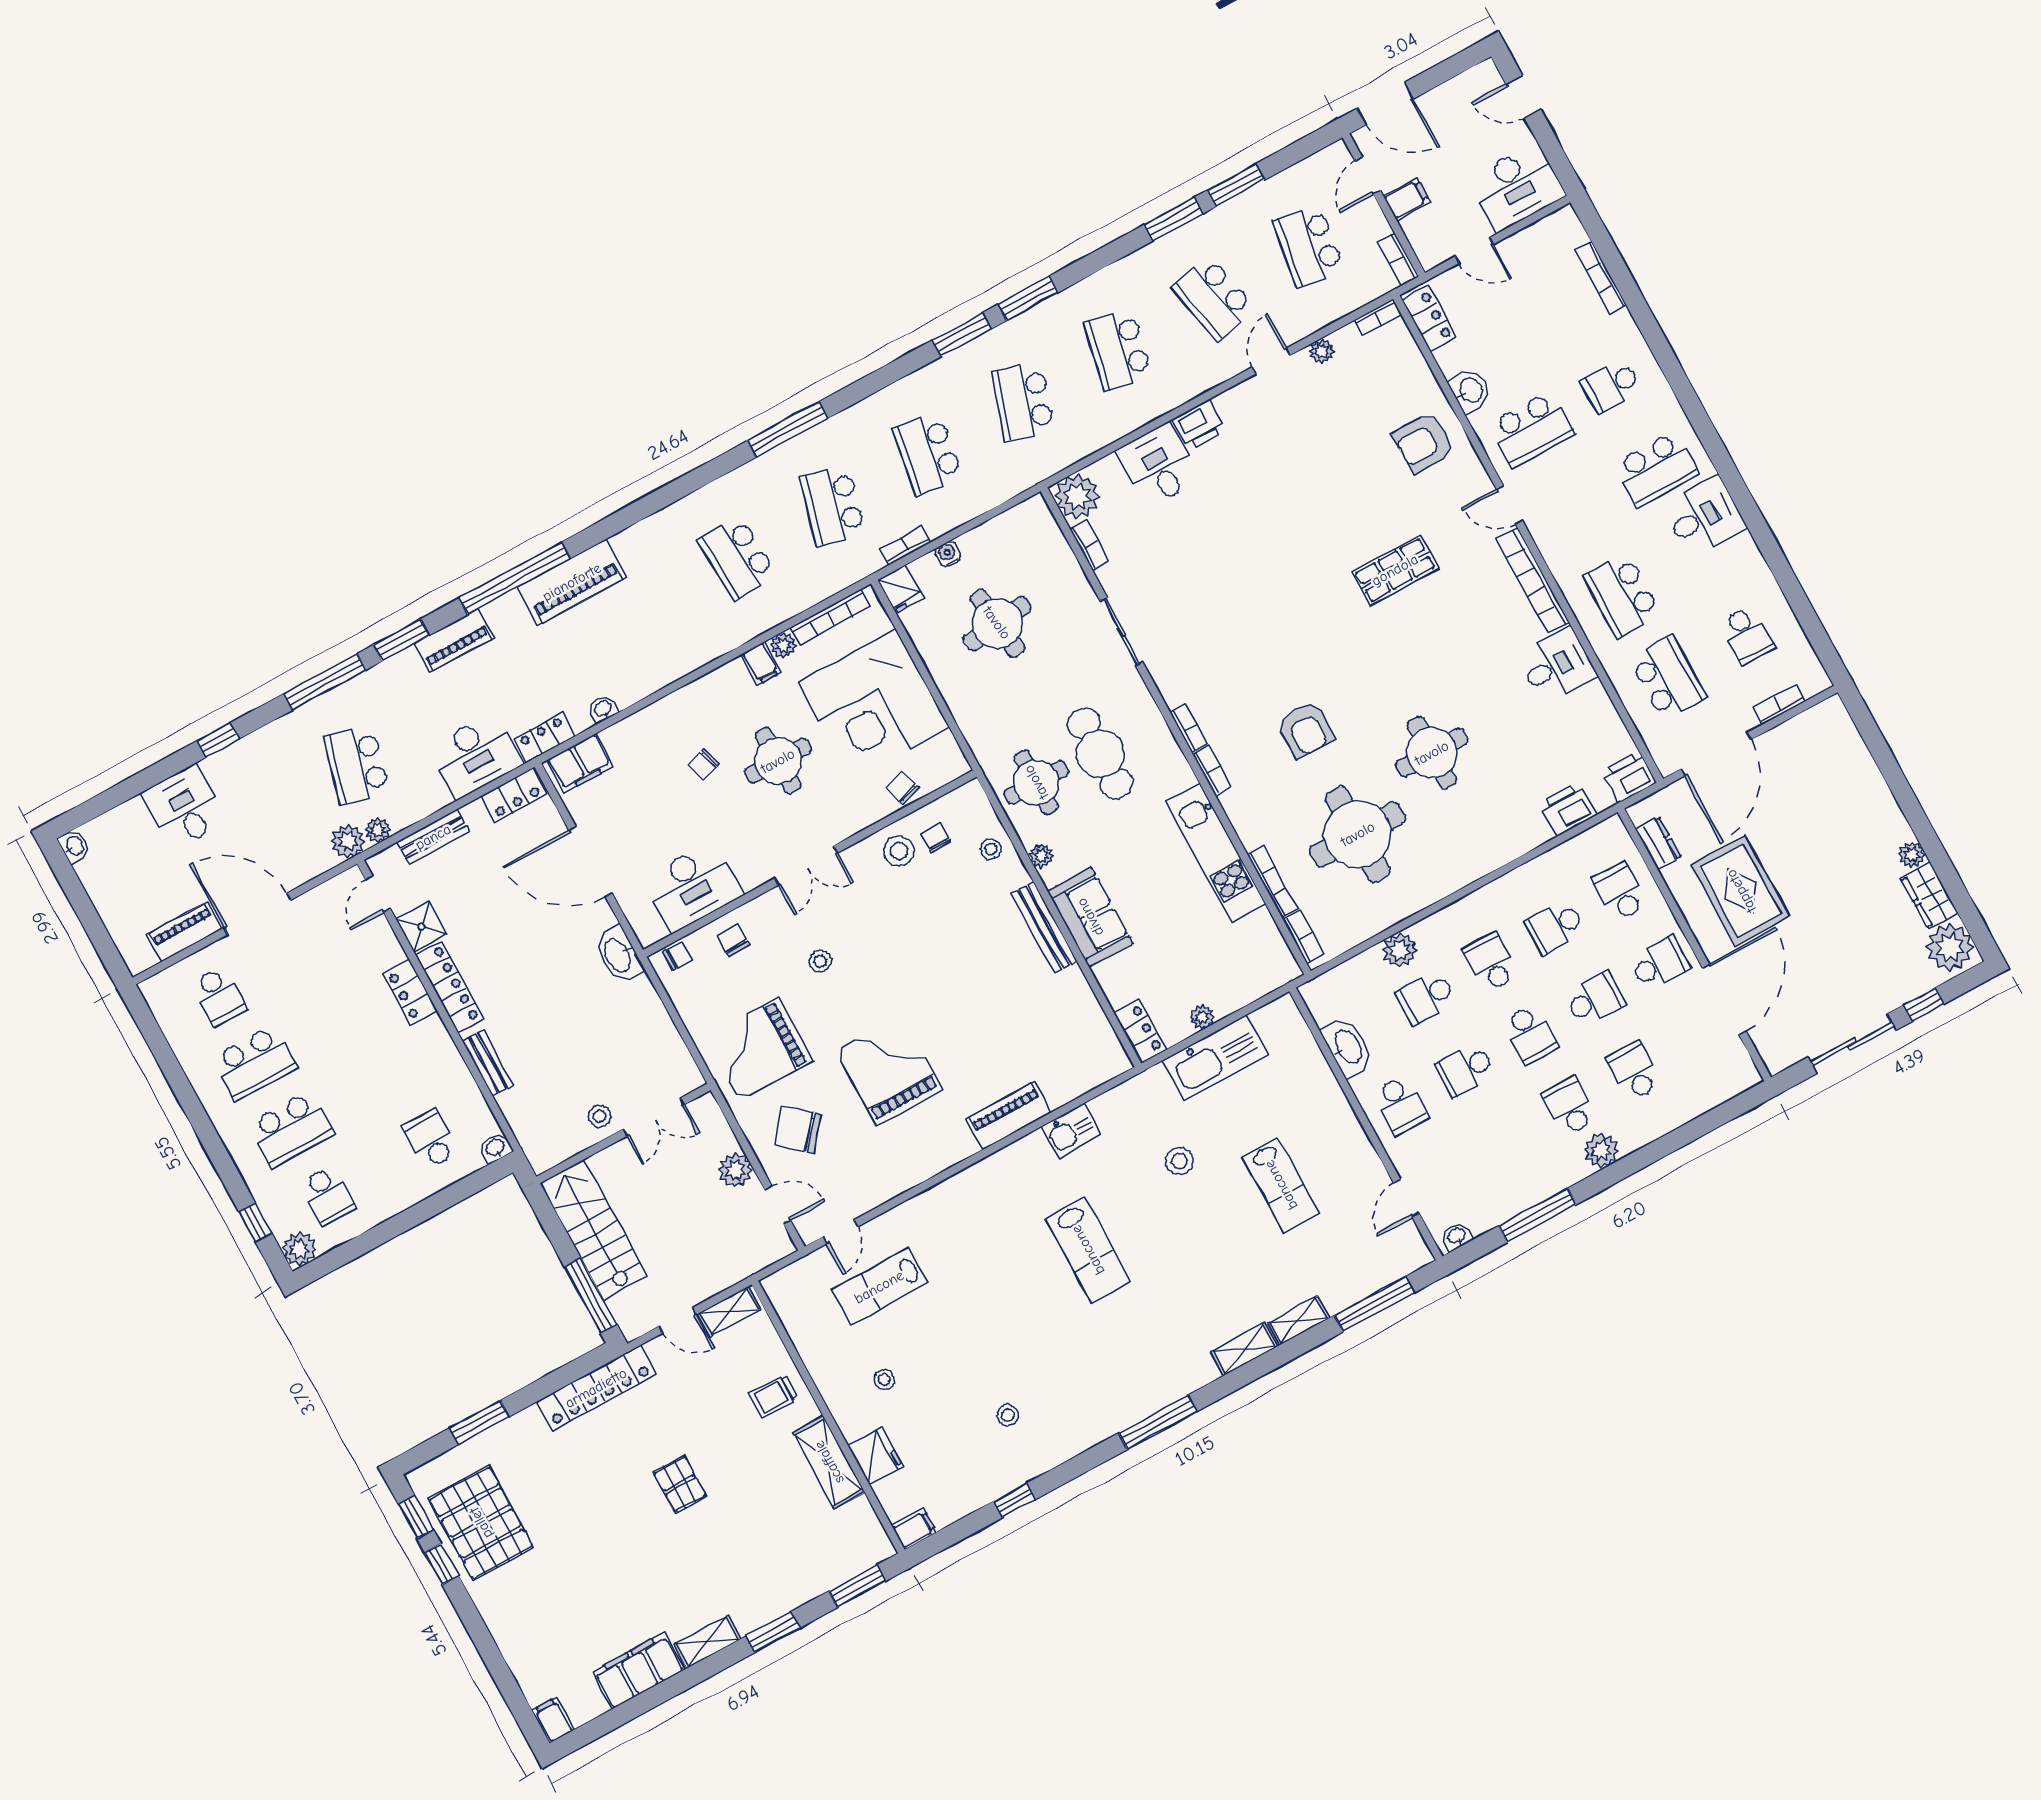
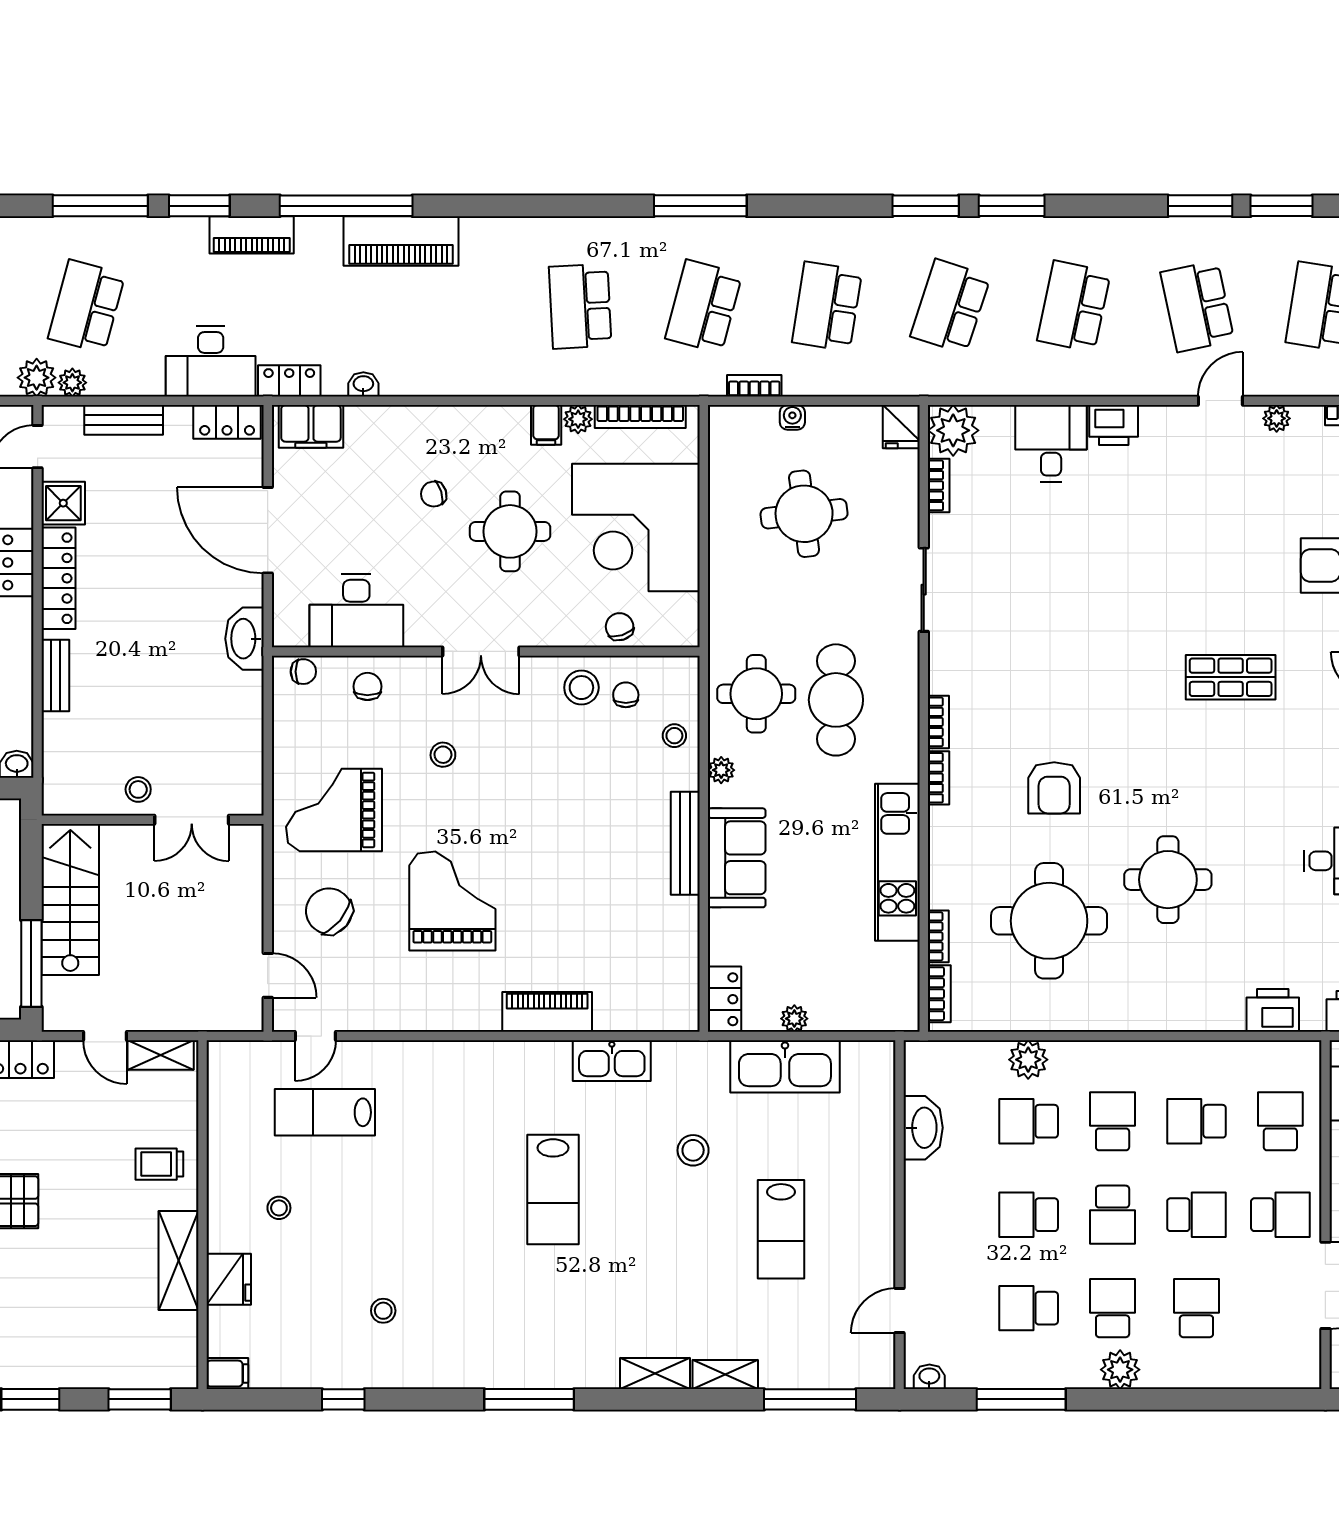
fridge: (901, 589) -> (901, 427), moved
bookcase: (1272, 882) -> (938, 936), width x0.64
school desk: (1401, 1105) -> (1029, 1308), moved, turned 90
kitchen sink: (1071, 1131) -> (612, 1061), width x1.38
plant: (735, 1170) -> (244, 917), removed

